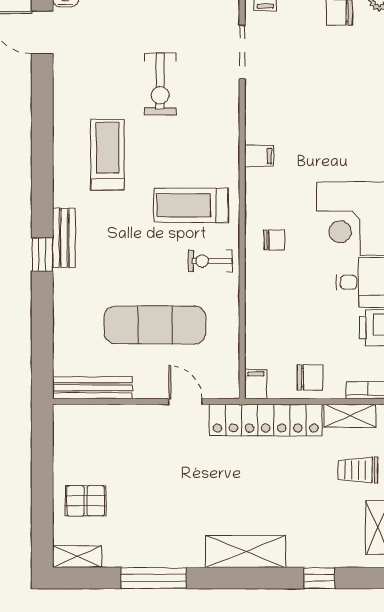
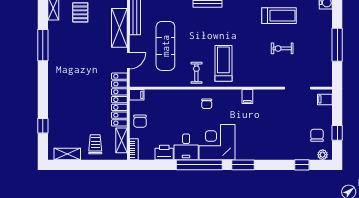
exercise bike: (160, 84) -> (282, 48), width x0.73, depth x0.72
treadmill: (108, 155) -> (279, 16), moved
shelving: (246, 552) -> (119, 28), moved

